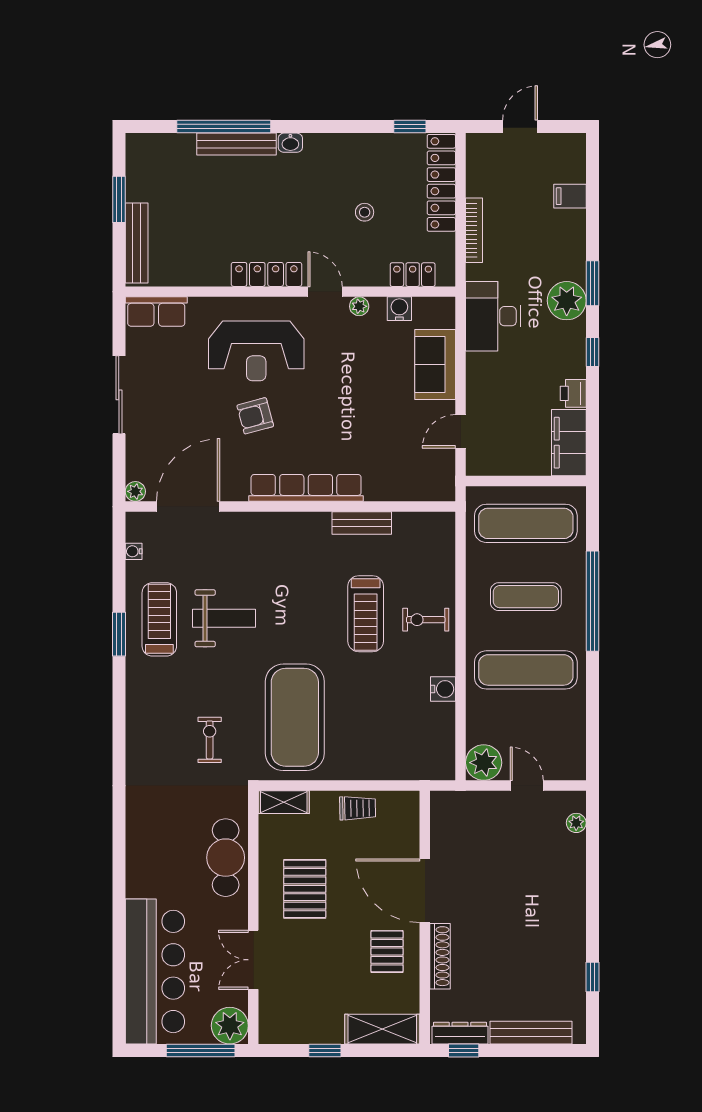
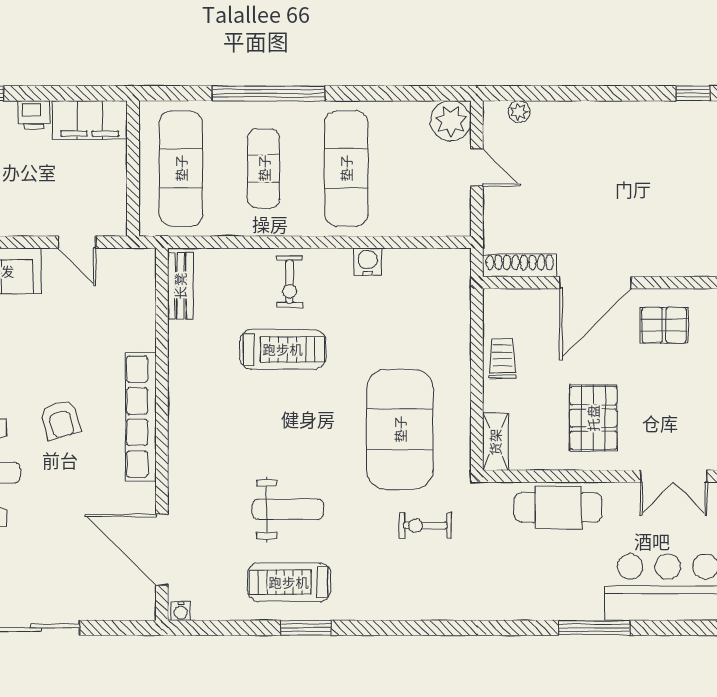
armchair: (255, 416) -> (60, 420), moved
plant: (135, 491) -> (145, 609), removed
bench: (362, 523) -> (180, 286), moved
water cooler: (134, 551) -> (181, 611), moved
weight bench: (224, 618) -> (288, 509), turned 90
exercise mat: (295, 717) -> (400, 429), turned 90
plant: (484, 763) -> (451, 121), moved
door: (527, 786) -> (477, 167), swing flipped
pallet: (305, 889) -> (593, 418), turned 90
window: (119, 890) -> (594, 628), added
shoe rack: (440, 956) -> (520, 265), moved

